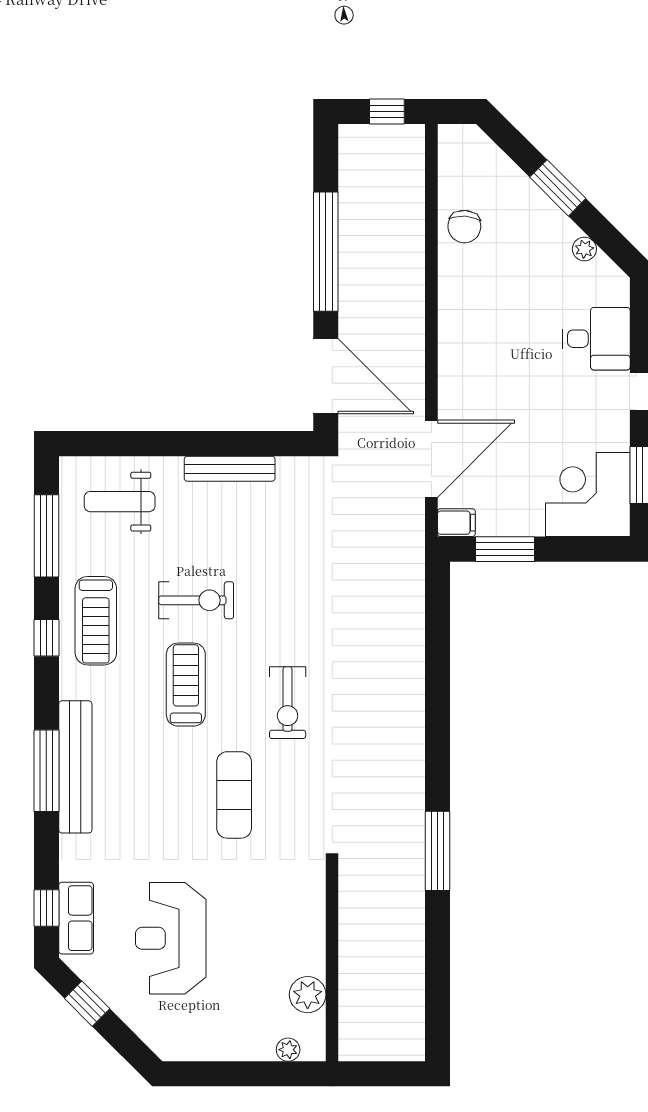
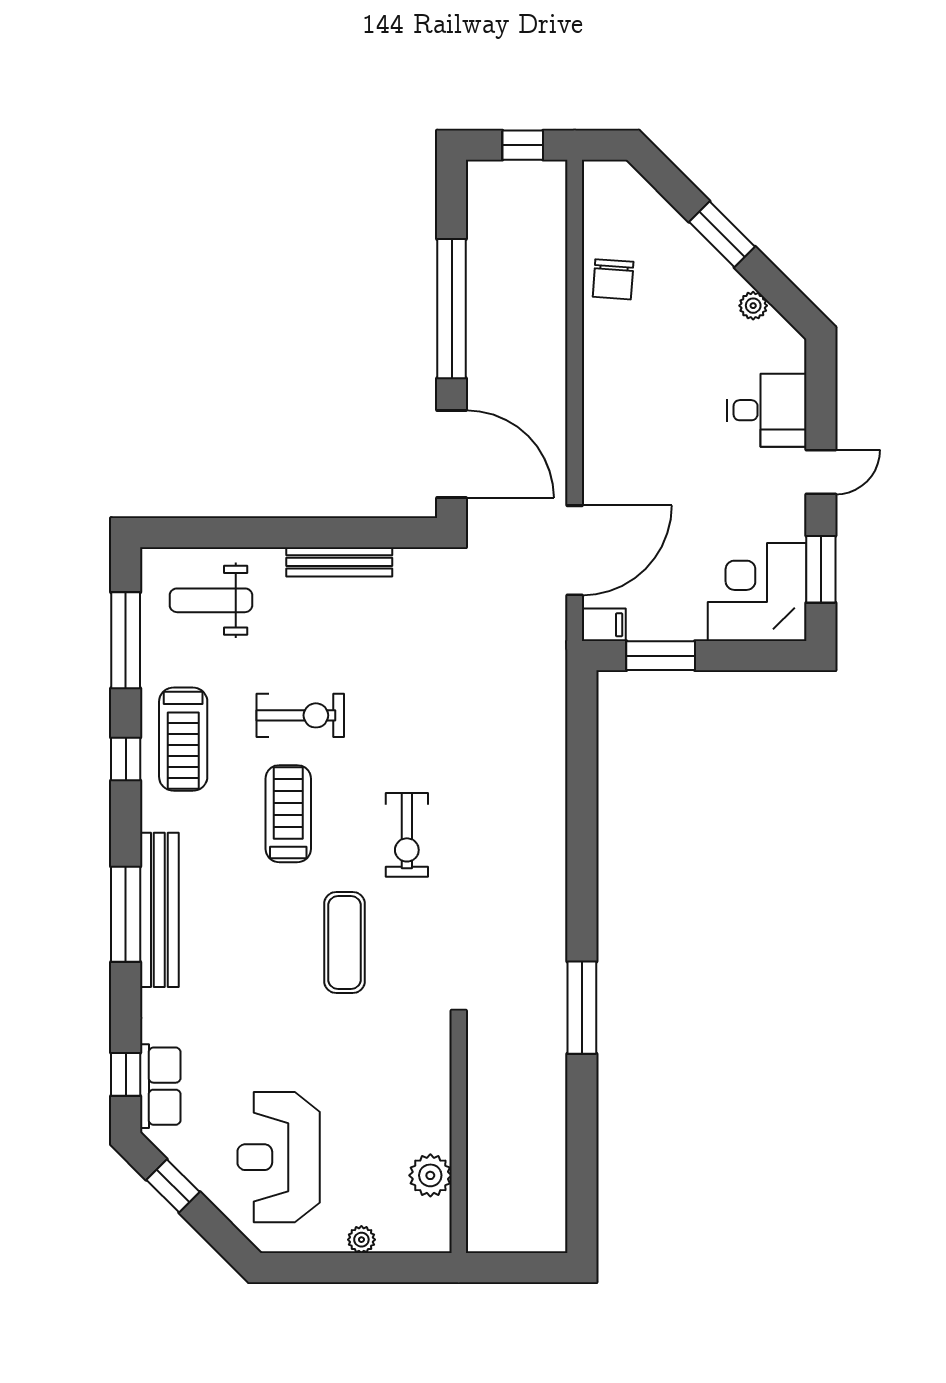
reception desk: (171, 938) -> (279, 1157), moved
plant: (288, 1050) -> (361, 1240), moved

